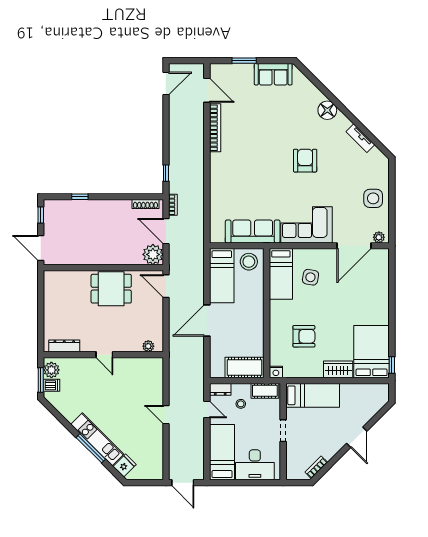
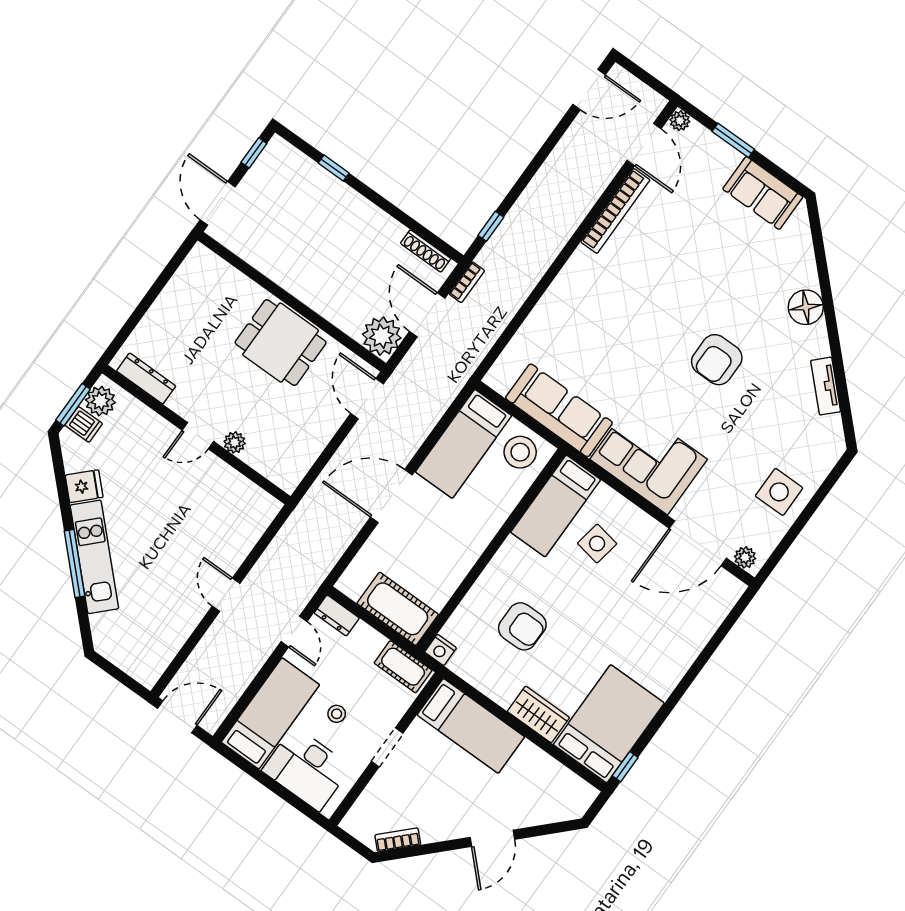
plant: (215, 69) -> (680, 121), added
armchair: (305, 161) -> (717, 360), turned 180
plant: (148, 346) -> (235, 442), moved
door: (104, 355) -> (198, 436), hinge flipped
stool: (241, 404) -> (337, 714), moved
fridge: (125, 466) -> (84, 486), moved
door: (183, 483) -> (177, 717), swing flipped

